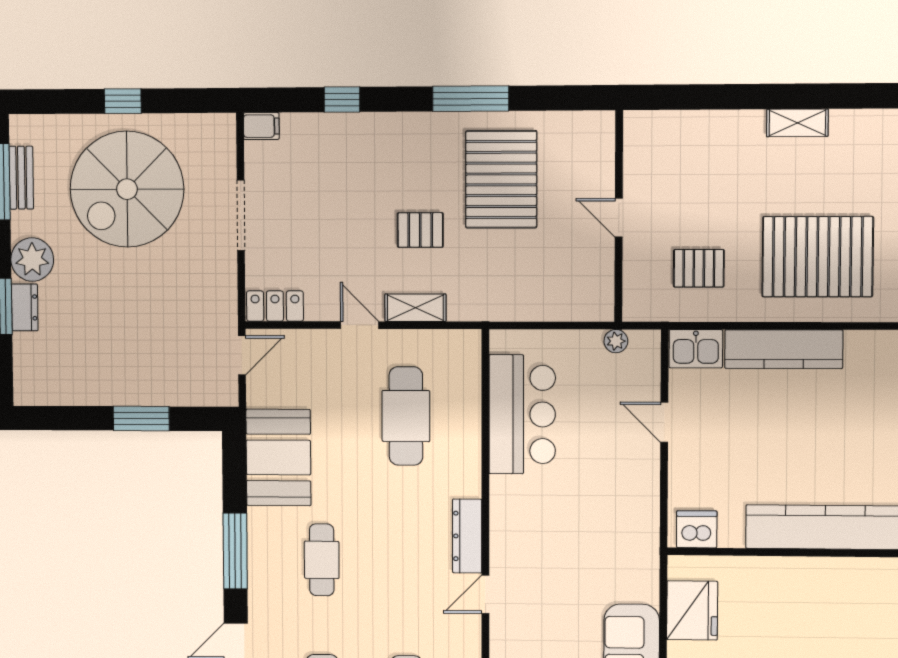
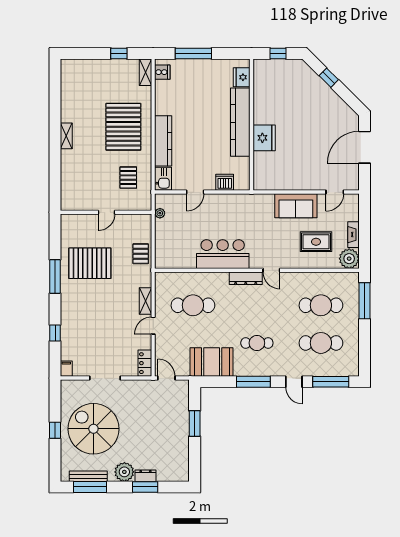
bench: (21, 178) -> (88, 476), width x1.36
spiral stairs: (127, 189) -> (93, 429), turned 180
pallet: (420, 230) -> (141, 254), moved
bar counter: (522, 414) -> (223, 254), moved
dishwasher: (697, 529) -> (225, 182), moved, turned 90
fridge: (692, 610) -> (264, 138), moved, turned 90

